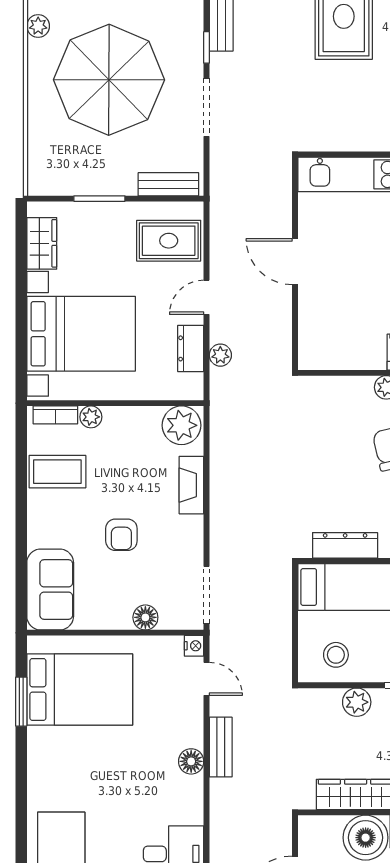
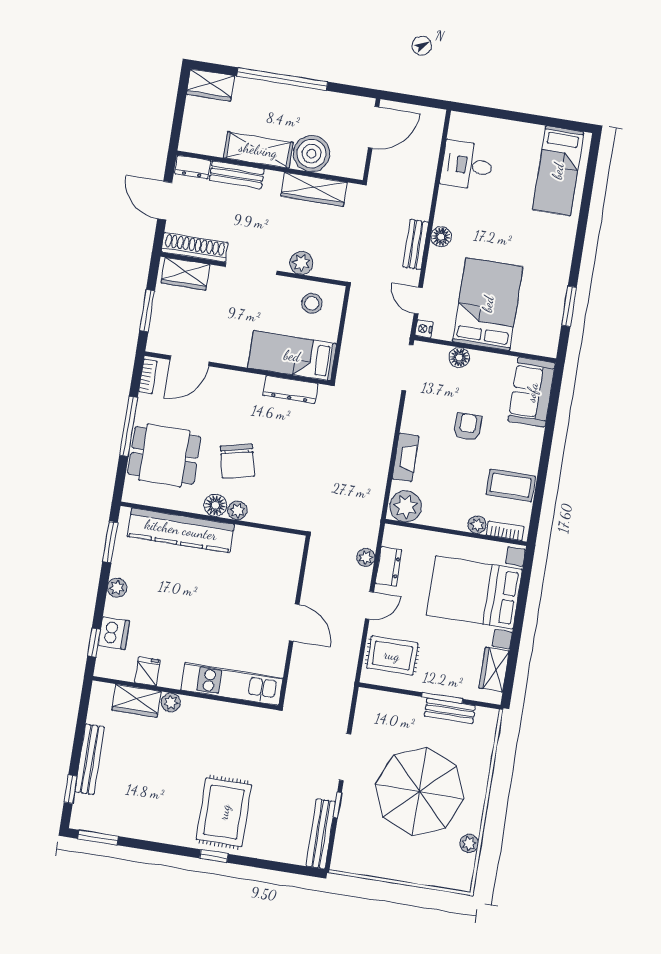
bench: (168, 184) -> (450, 711), moved
bed: (80, 689) -> (488, 304), moved, turned 90

